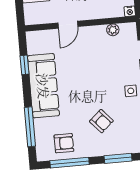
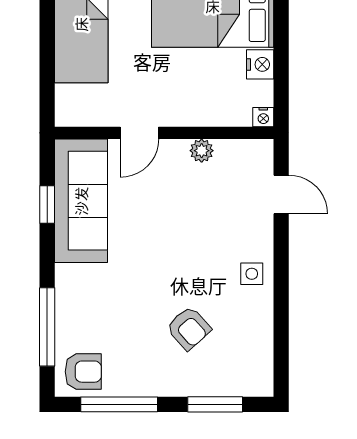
plant: (113, 30) -> (202, 151), moved
sofa: (43, 86) -> (81, 201), moved
armchair: (64, 143) -> (83, 372), moved

